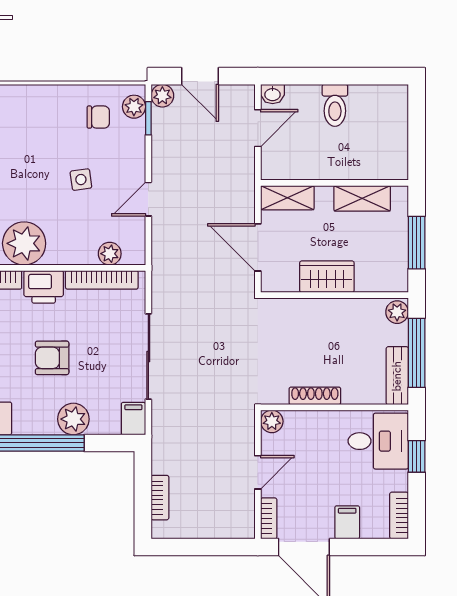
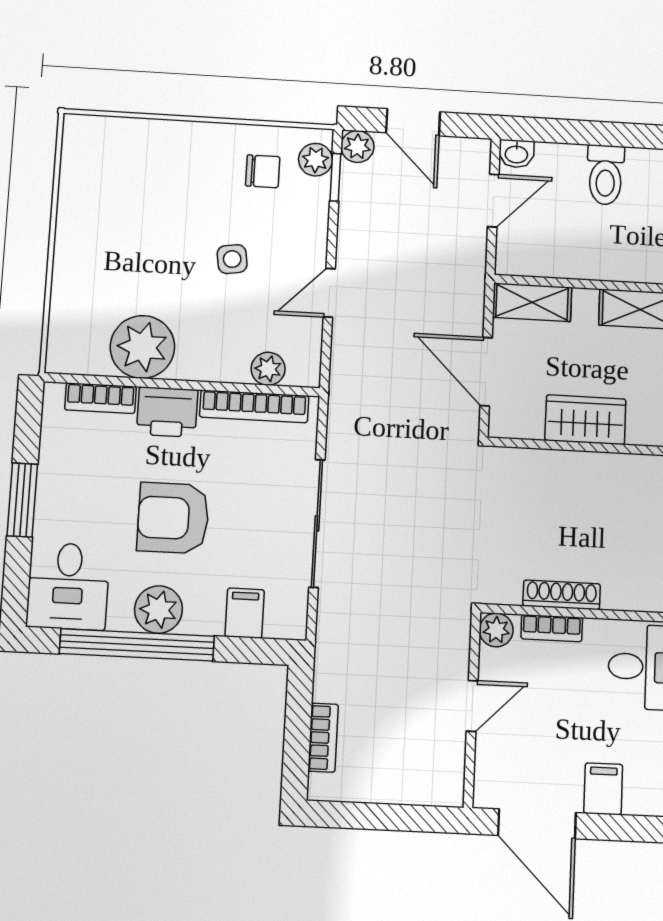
armchair: (52, 358) -> (173, 518), width x1.38, depth x1.38
plant: (73, 419) -> (158, 610), moved
filing cabinet: (133, 419) -> (245, 613), moved
bookcase: (269, 518) -> (552, 628), moved, turned 90

